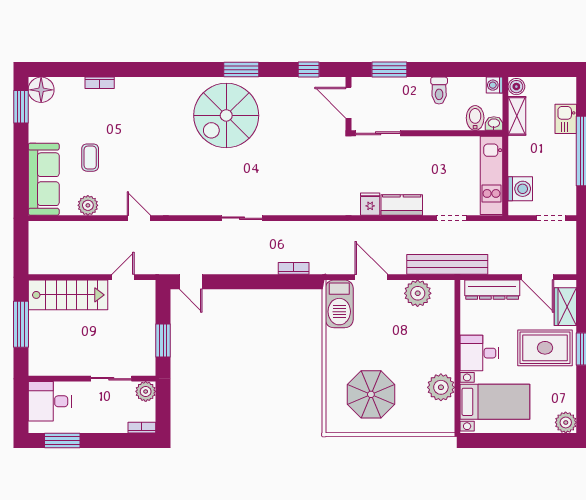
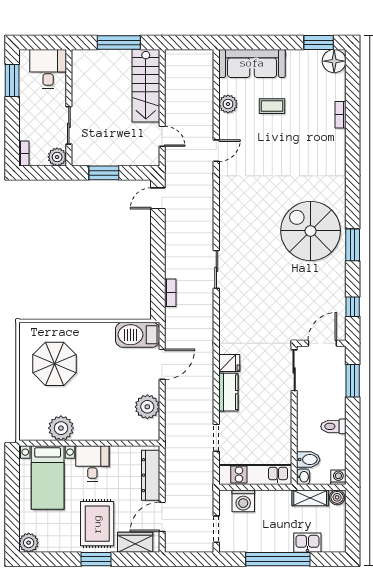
sliding door: (242, 218) -> (216, 269), moved
bench: (447, 264) -> (174, 434), removed

